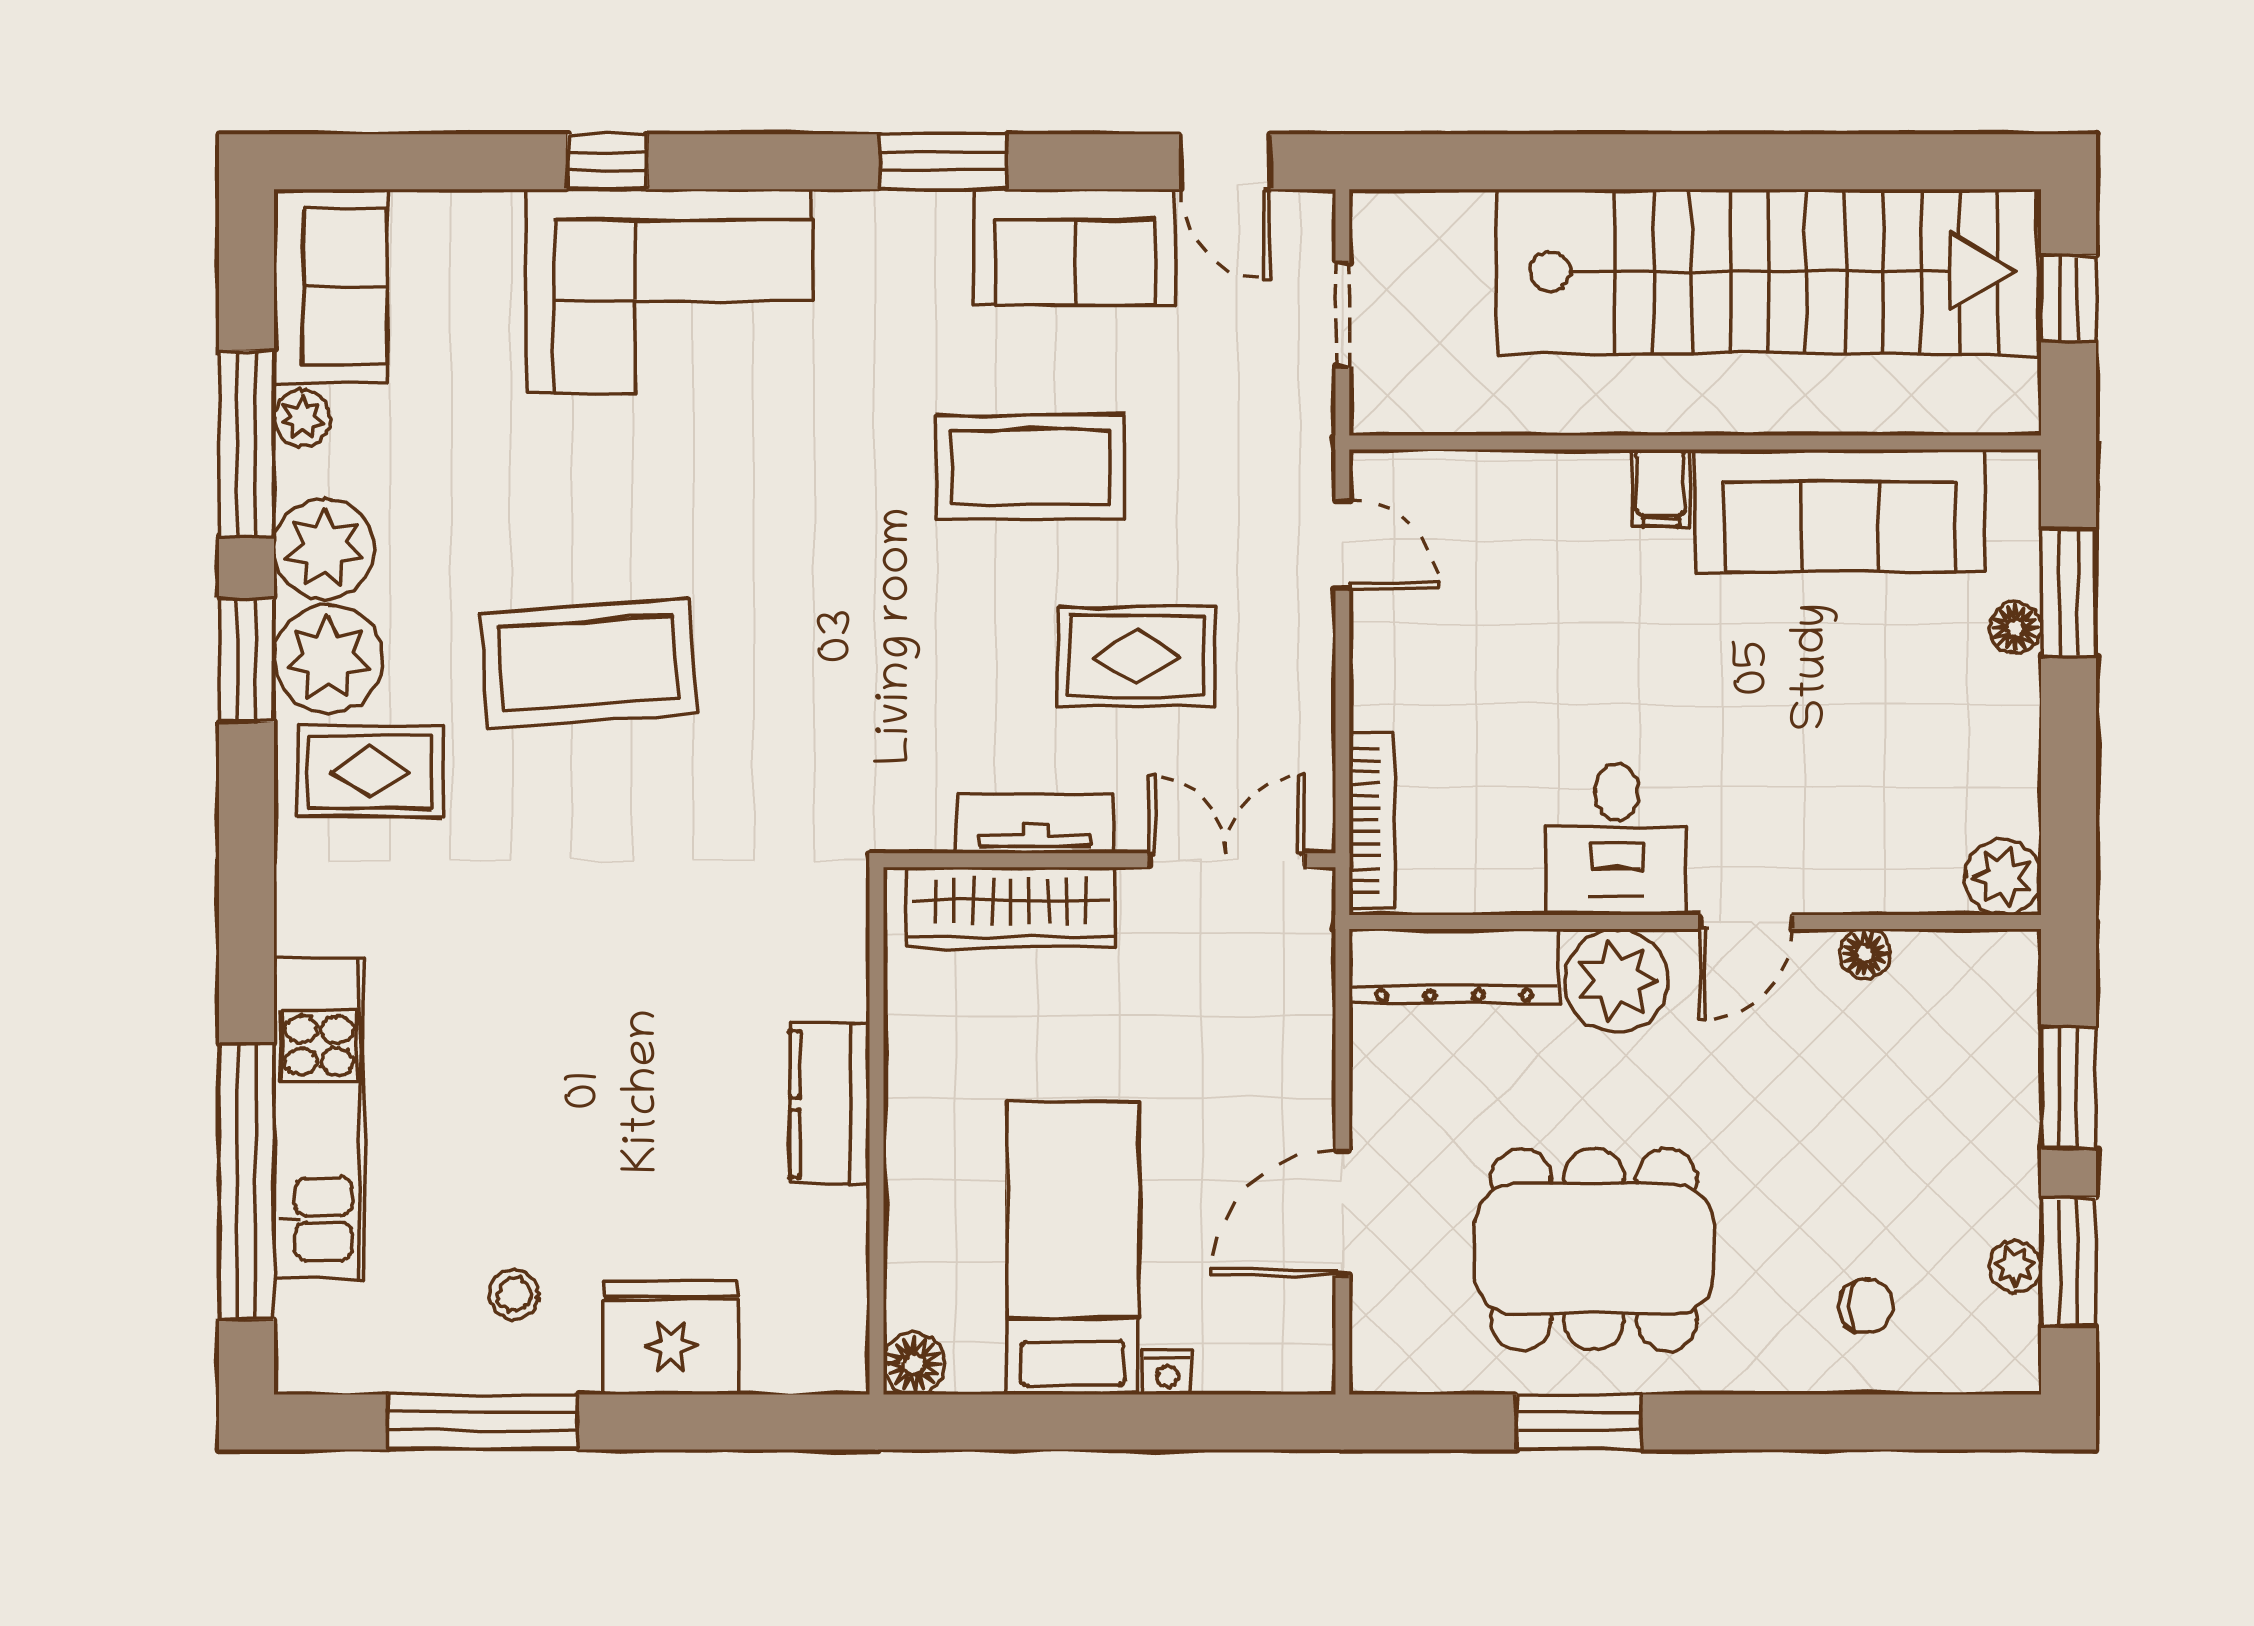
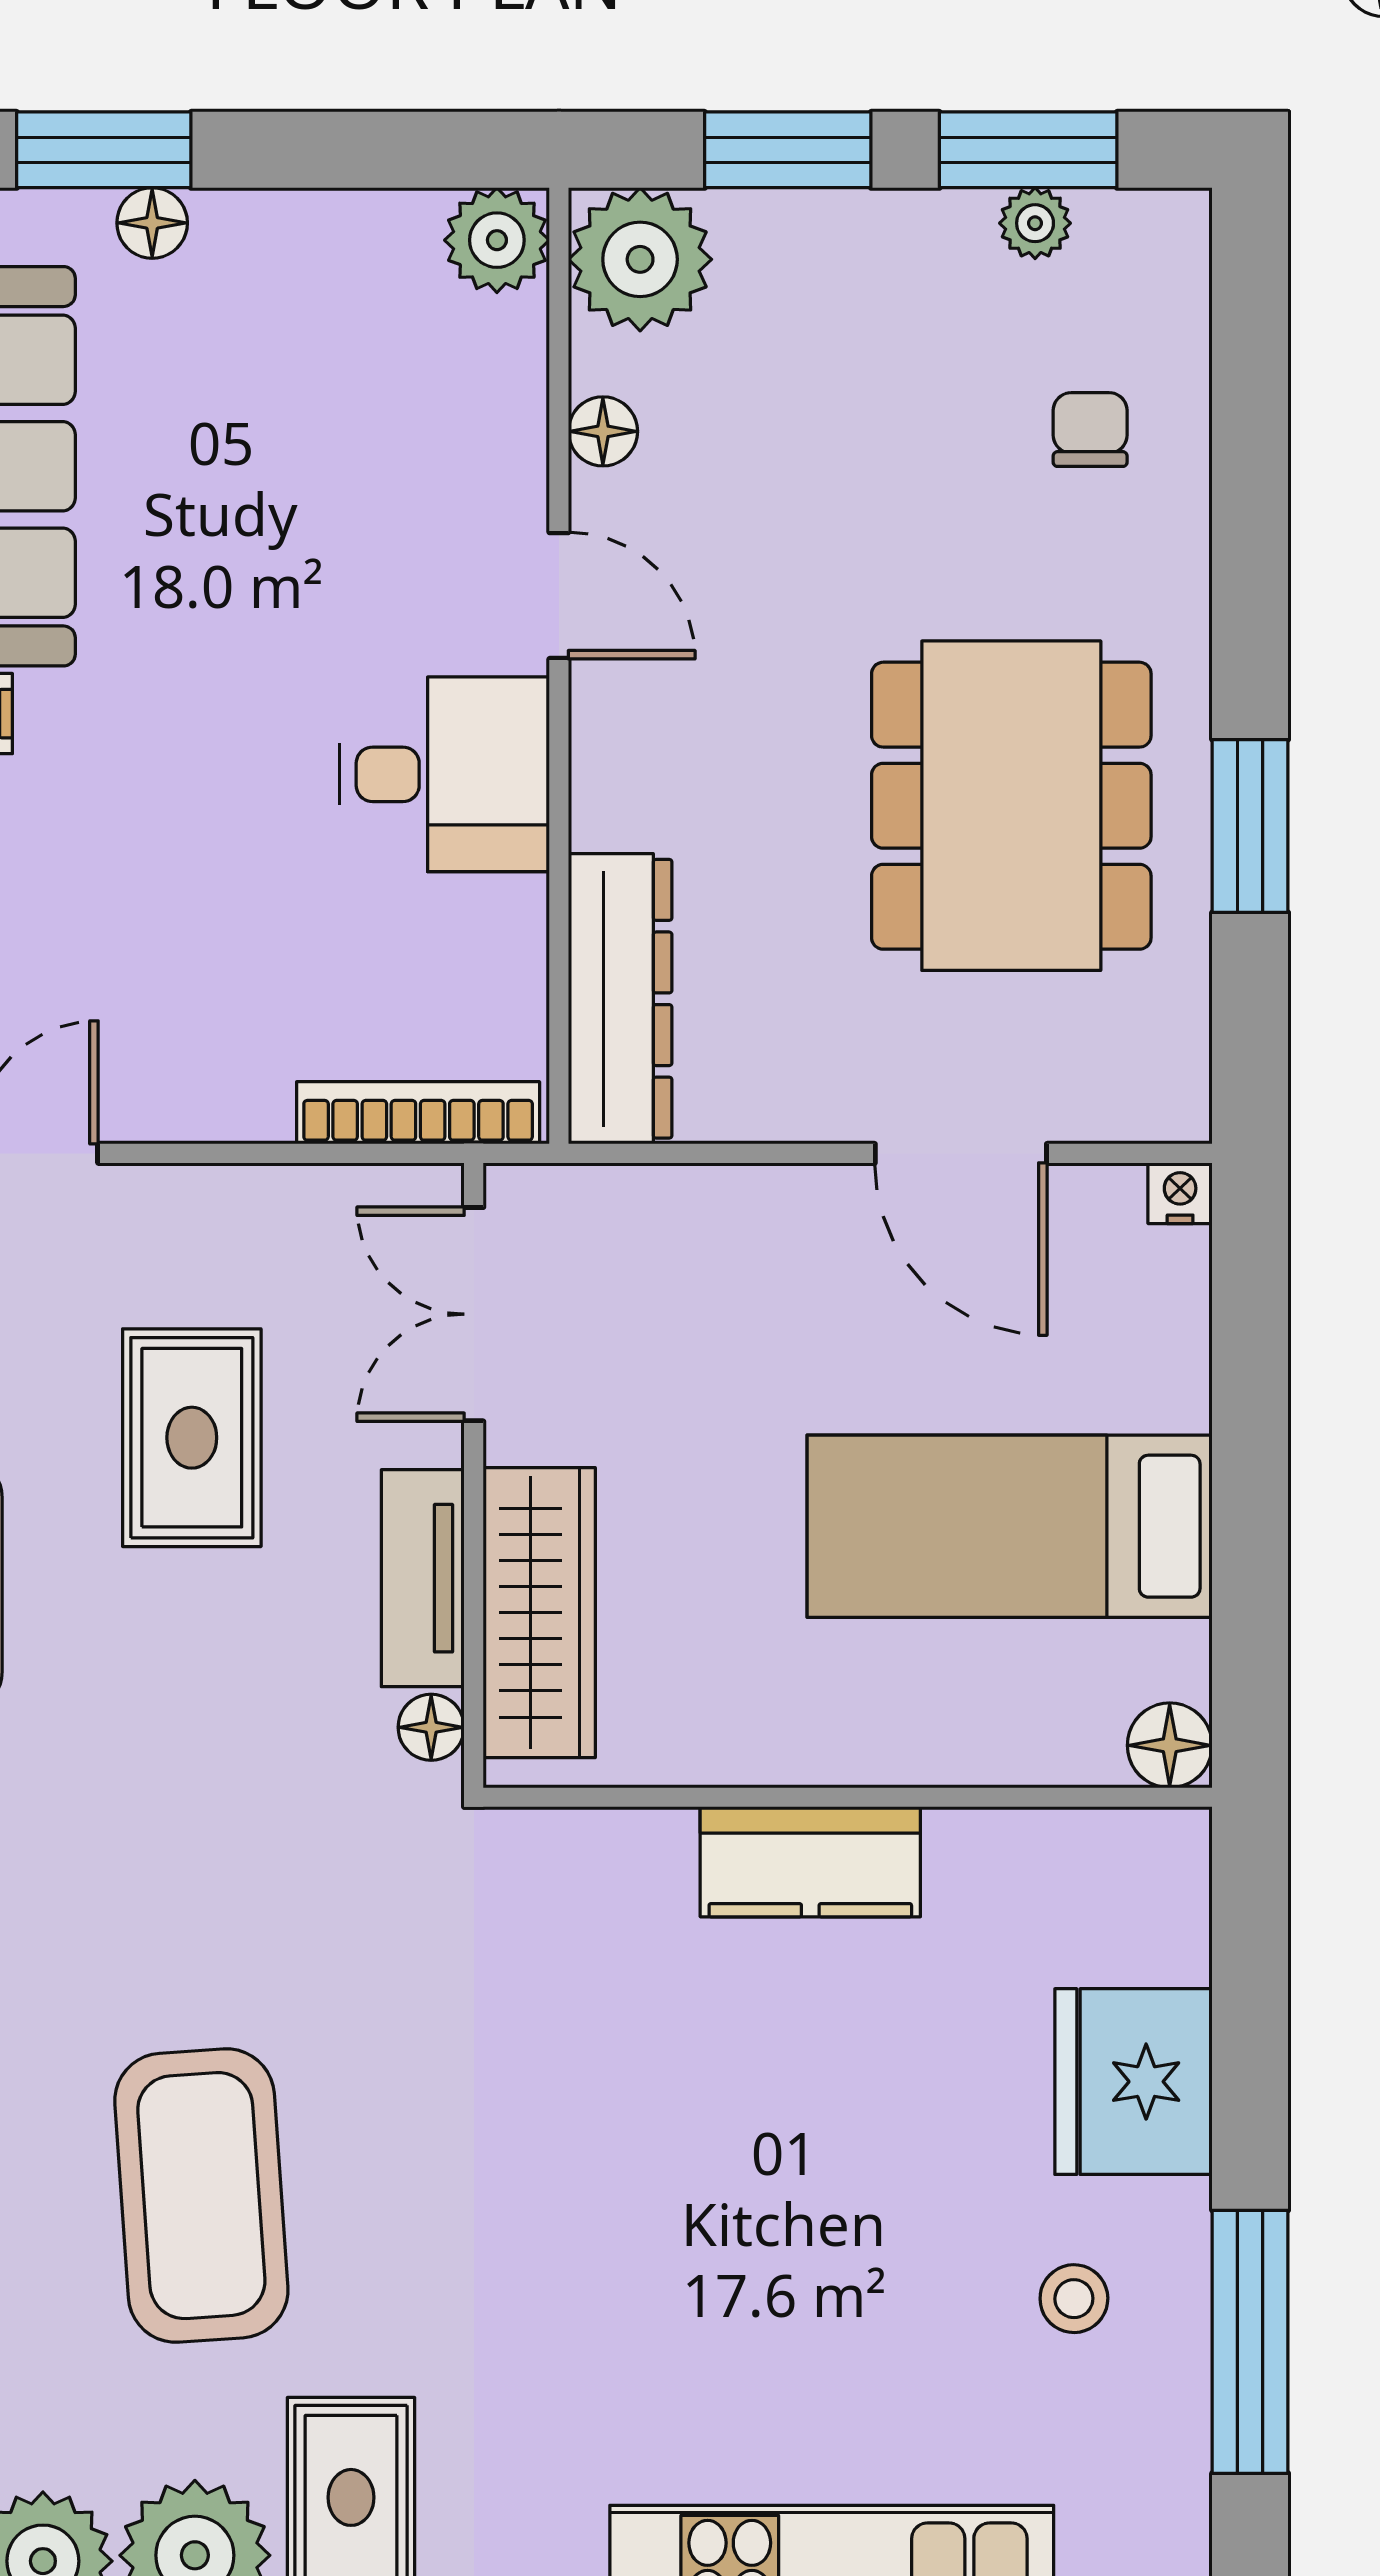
floor lamp: (927, 830) -> (431, 1727), added
plant: (1617, 981) -> (640, 259), moved
nightstand: (1167, 1373) -> (1180, 1193), moved, turned -90

